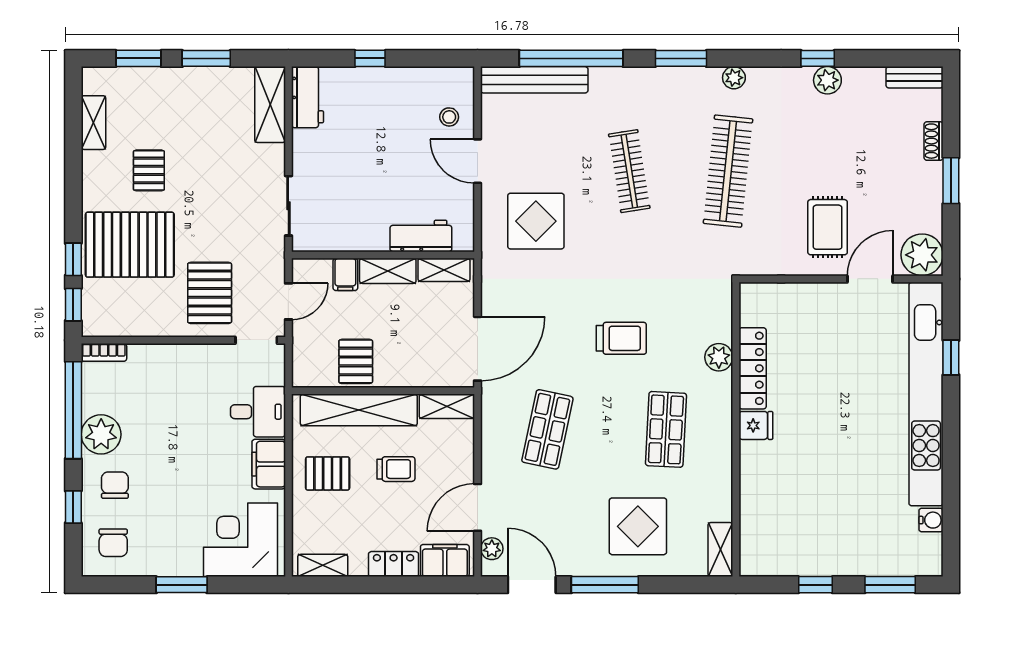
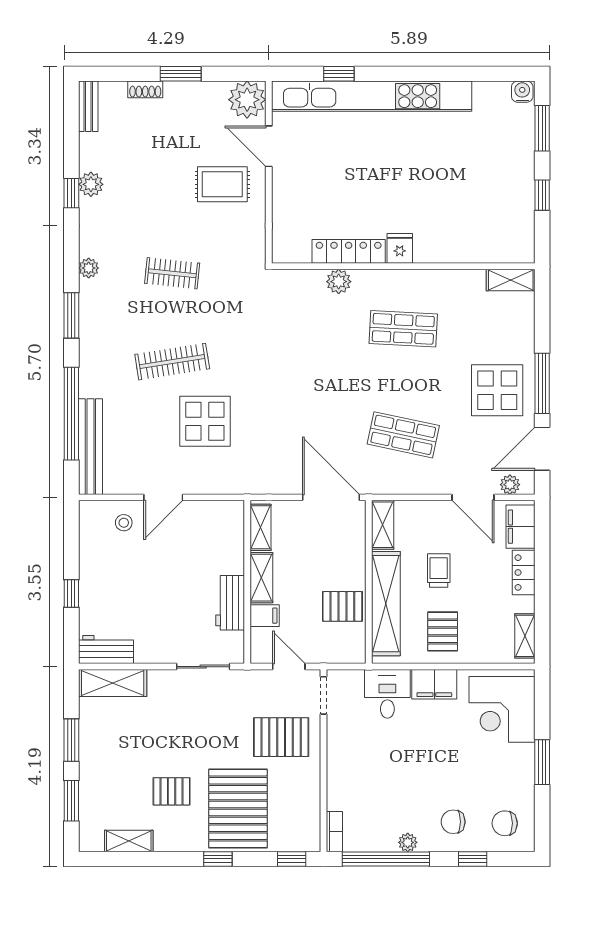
clothes rail: (728, 171) -> (172, 273), width x0.54, depth x0.76
display table: (536, 221) -> (205, 421), moved
workbench: (421, 236) -> (230, 603), moved
window: (73, 259) -> (218, 859), moved
trolley: (621, 338) -> (322, 369), removed
plant: (101, 434) -> (408, 842), width x0.53, depth x0.53
water cooler: (931, 520) -> (522, 92), moved
display table: (638, 526) -> (497, 390), moved
chair: (113, 543) -> (505, 823), turned 180

